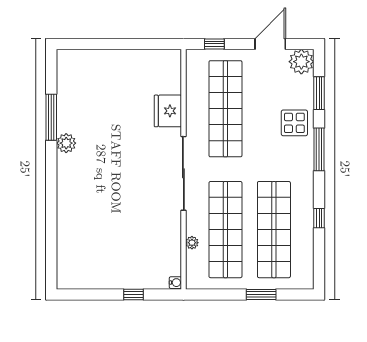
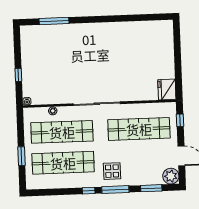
fridge: (168, 111) -> (167, 89), moved, turned -90
window: (51, 117) -> (54, 21), moved
display table: (294, 123) -> (112, 171), moved
plant: (66, 143) -> (113, 28), removed
window: (319, 218) -> (89, 191), moved

